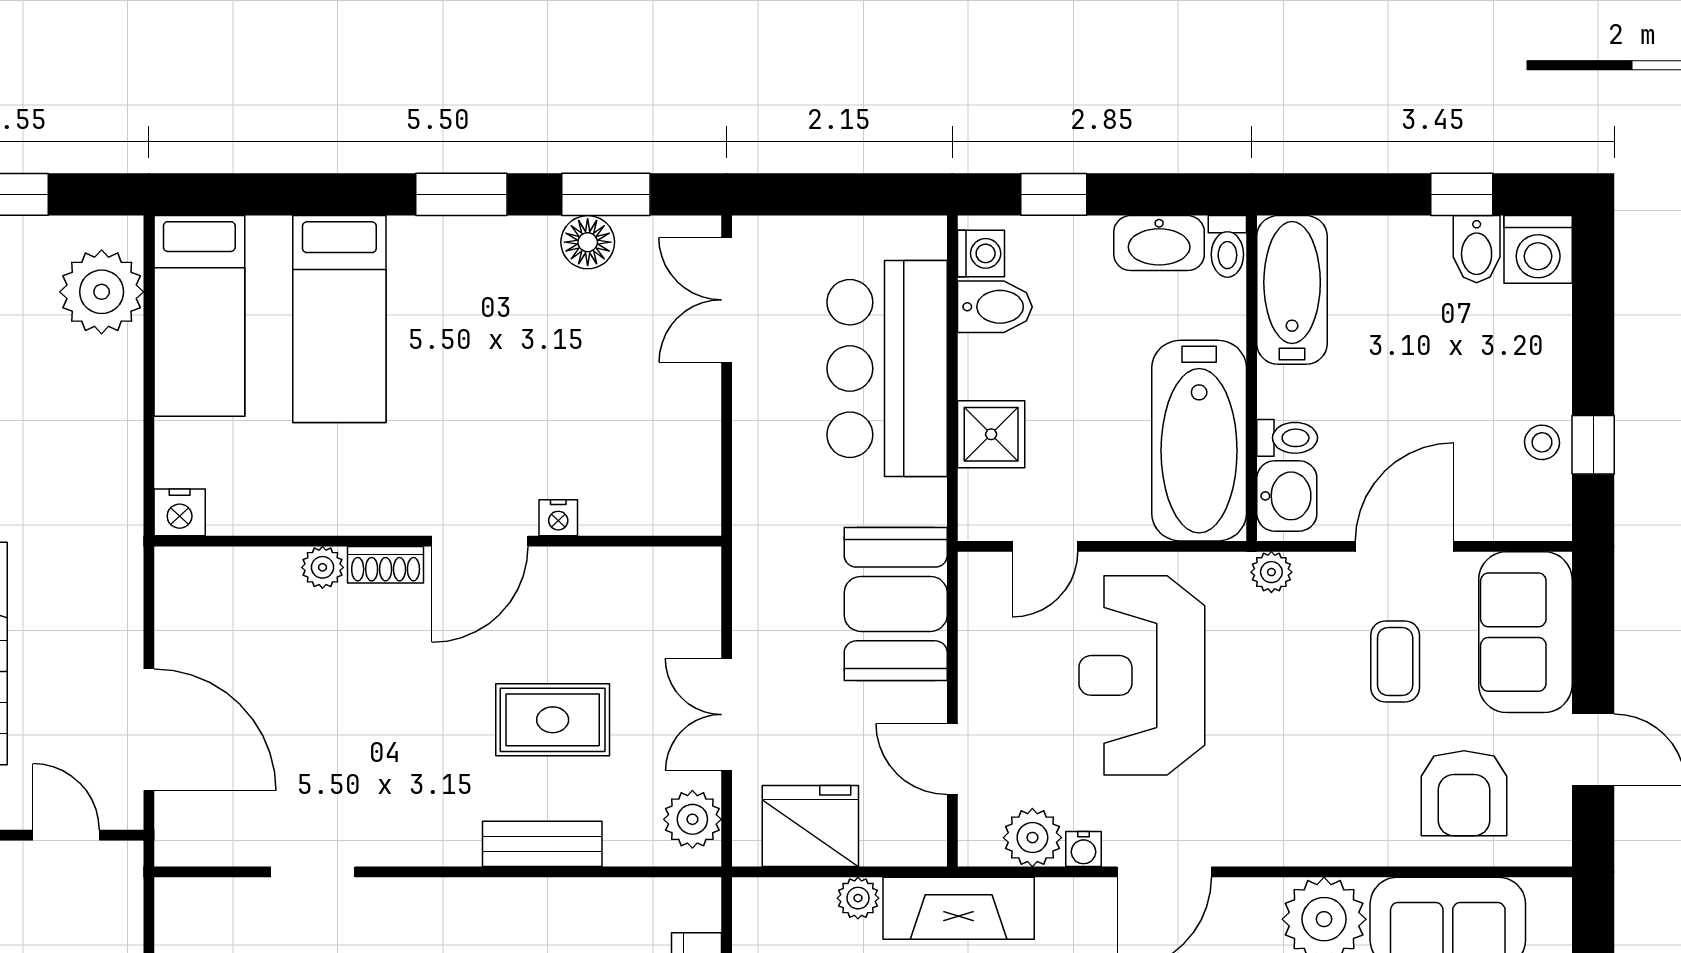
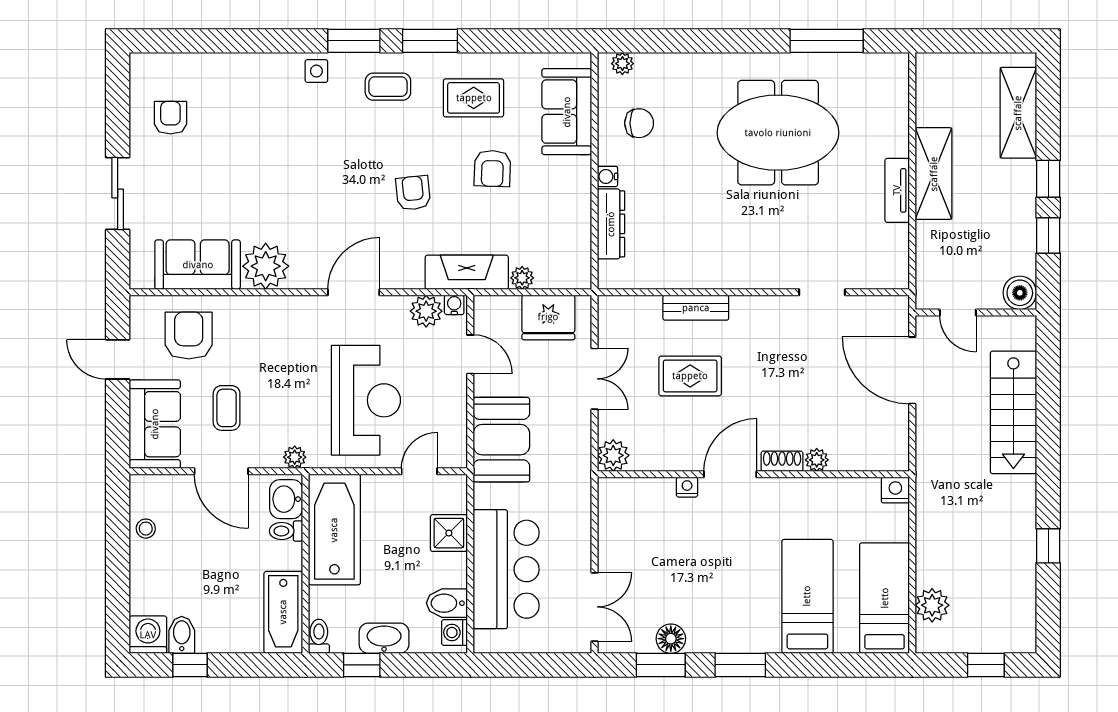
window: (1054, 194) -> (362, 665), moved
washbasin: (1159, 243) -> (384, 638), moved
plant: (102, 292) -> (932, 605), width x0.73, depth x0.73
window: (1593, 445) -> (118, 527), removed
door: (1405, 546) -> (221, 471), hinge flipped
plant: (692, 819) -> (613, 455), moved
water cooler: (1083, 849) -> (454, 305), moved

